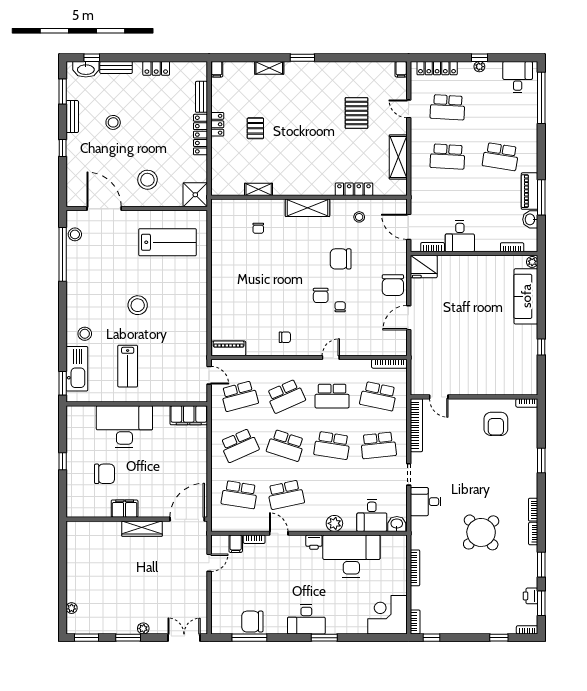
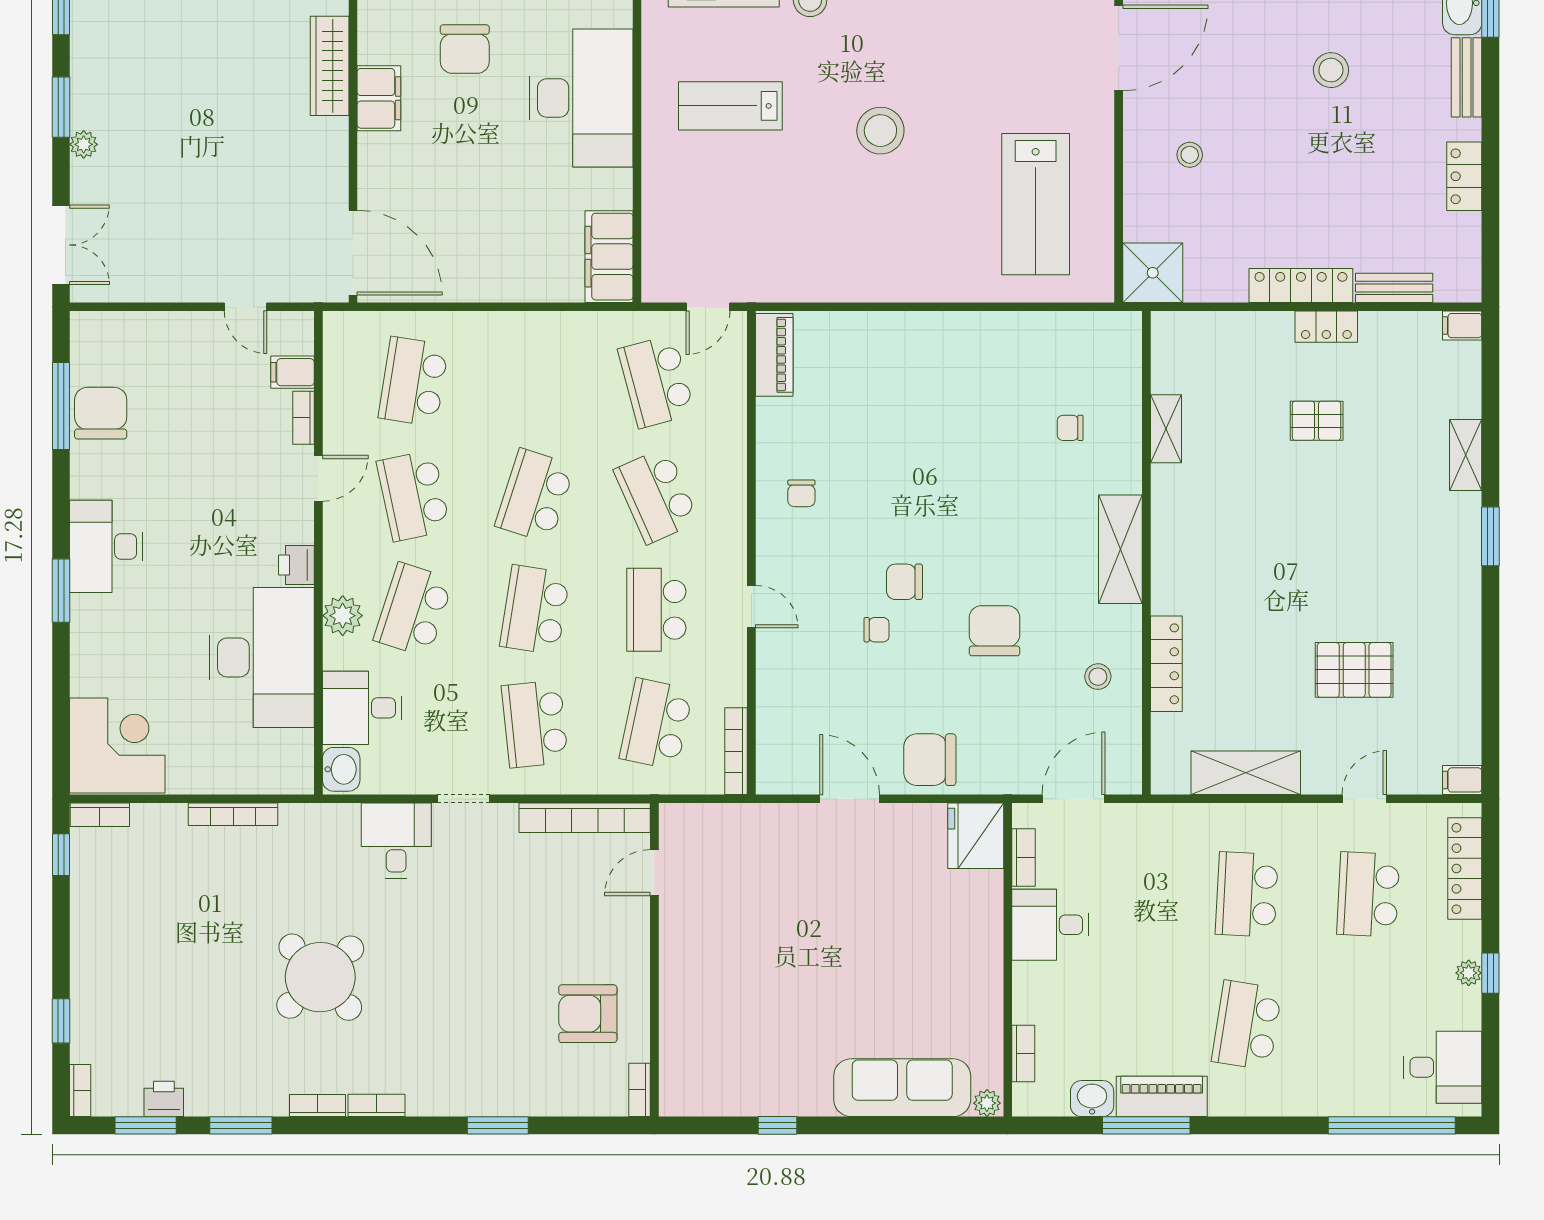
stool: (147, 180) -> (1190, 155), width x0.53, depth x0.53
school desk: (239, 445) -> (413, 610), moved, turned 42
wardrobe: (142, 529) -> (330, 66), moved

